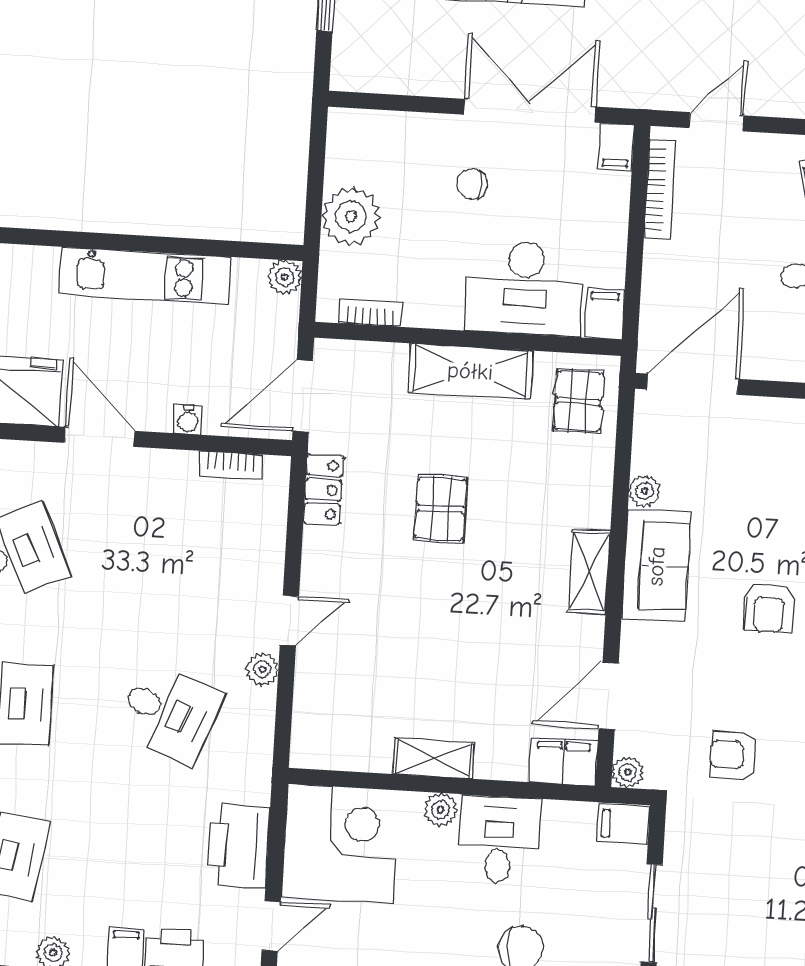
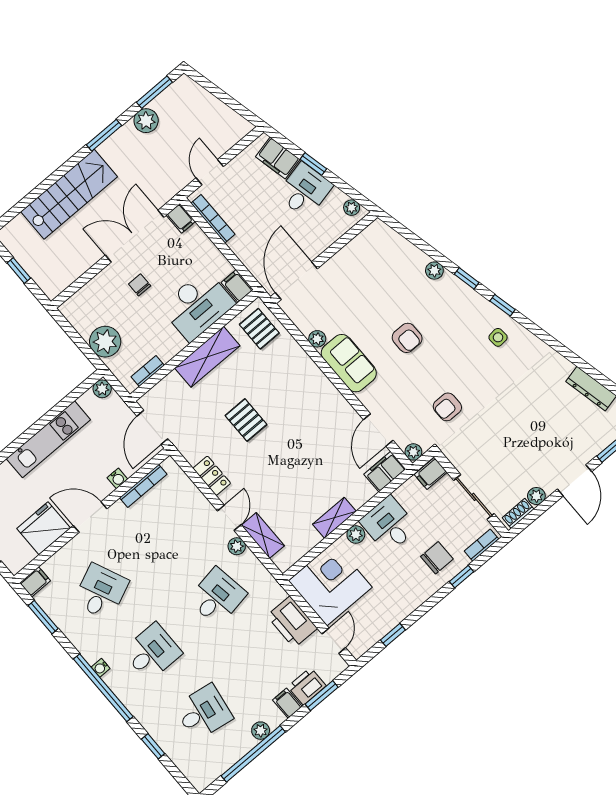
chair: (472, 184) -> (140, 285), turned 90
bookcase: (231, 465) -> (143, 486), width x1.56
locker: (323, 490) -> (212, 476), moved
shelving: (589, 571) -> (263, 536), moved
desk: (169, 713) -> (217, 597), turned -30

